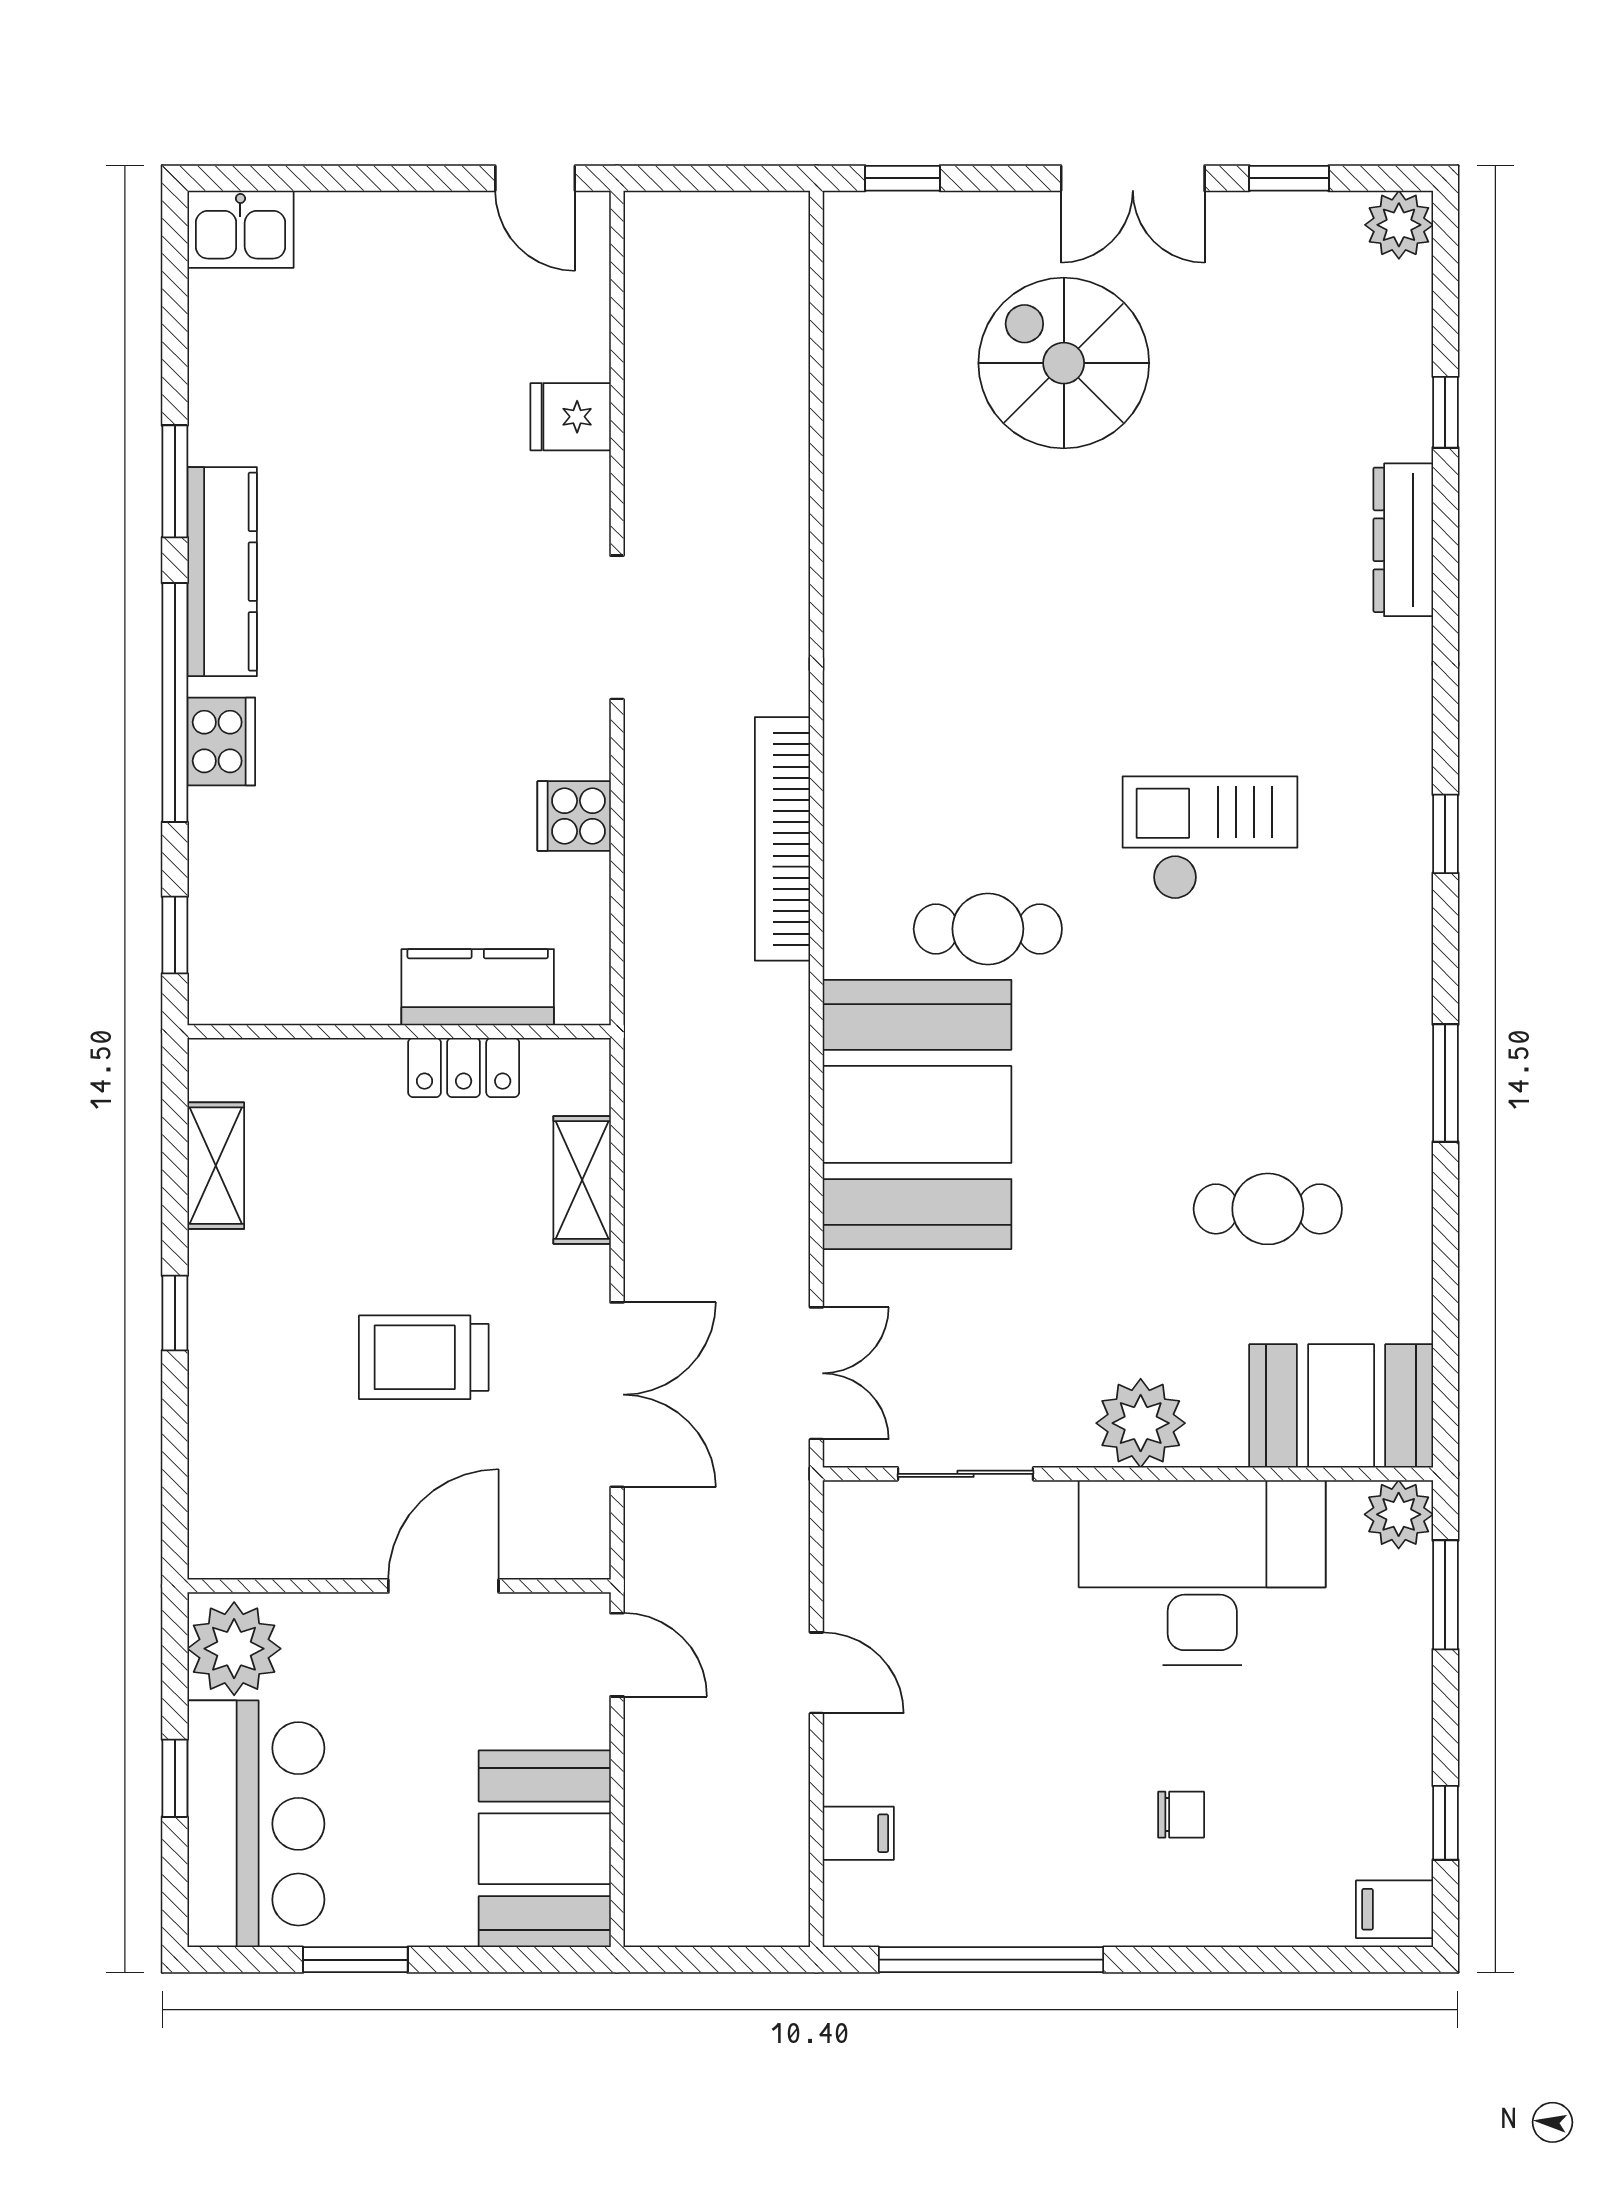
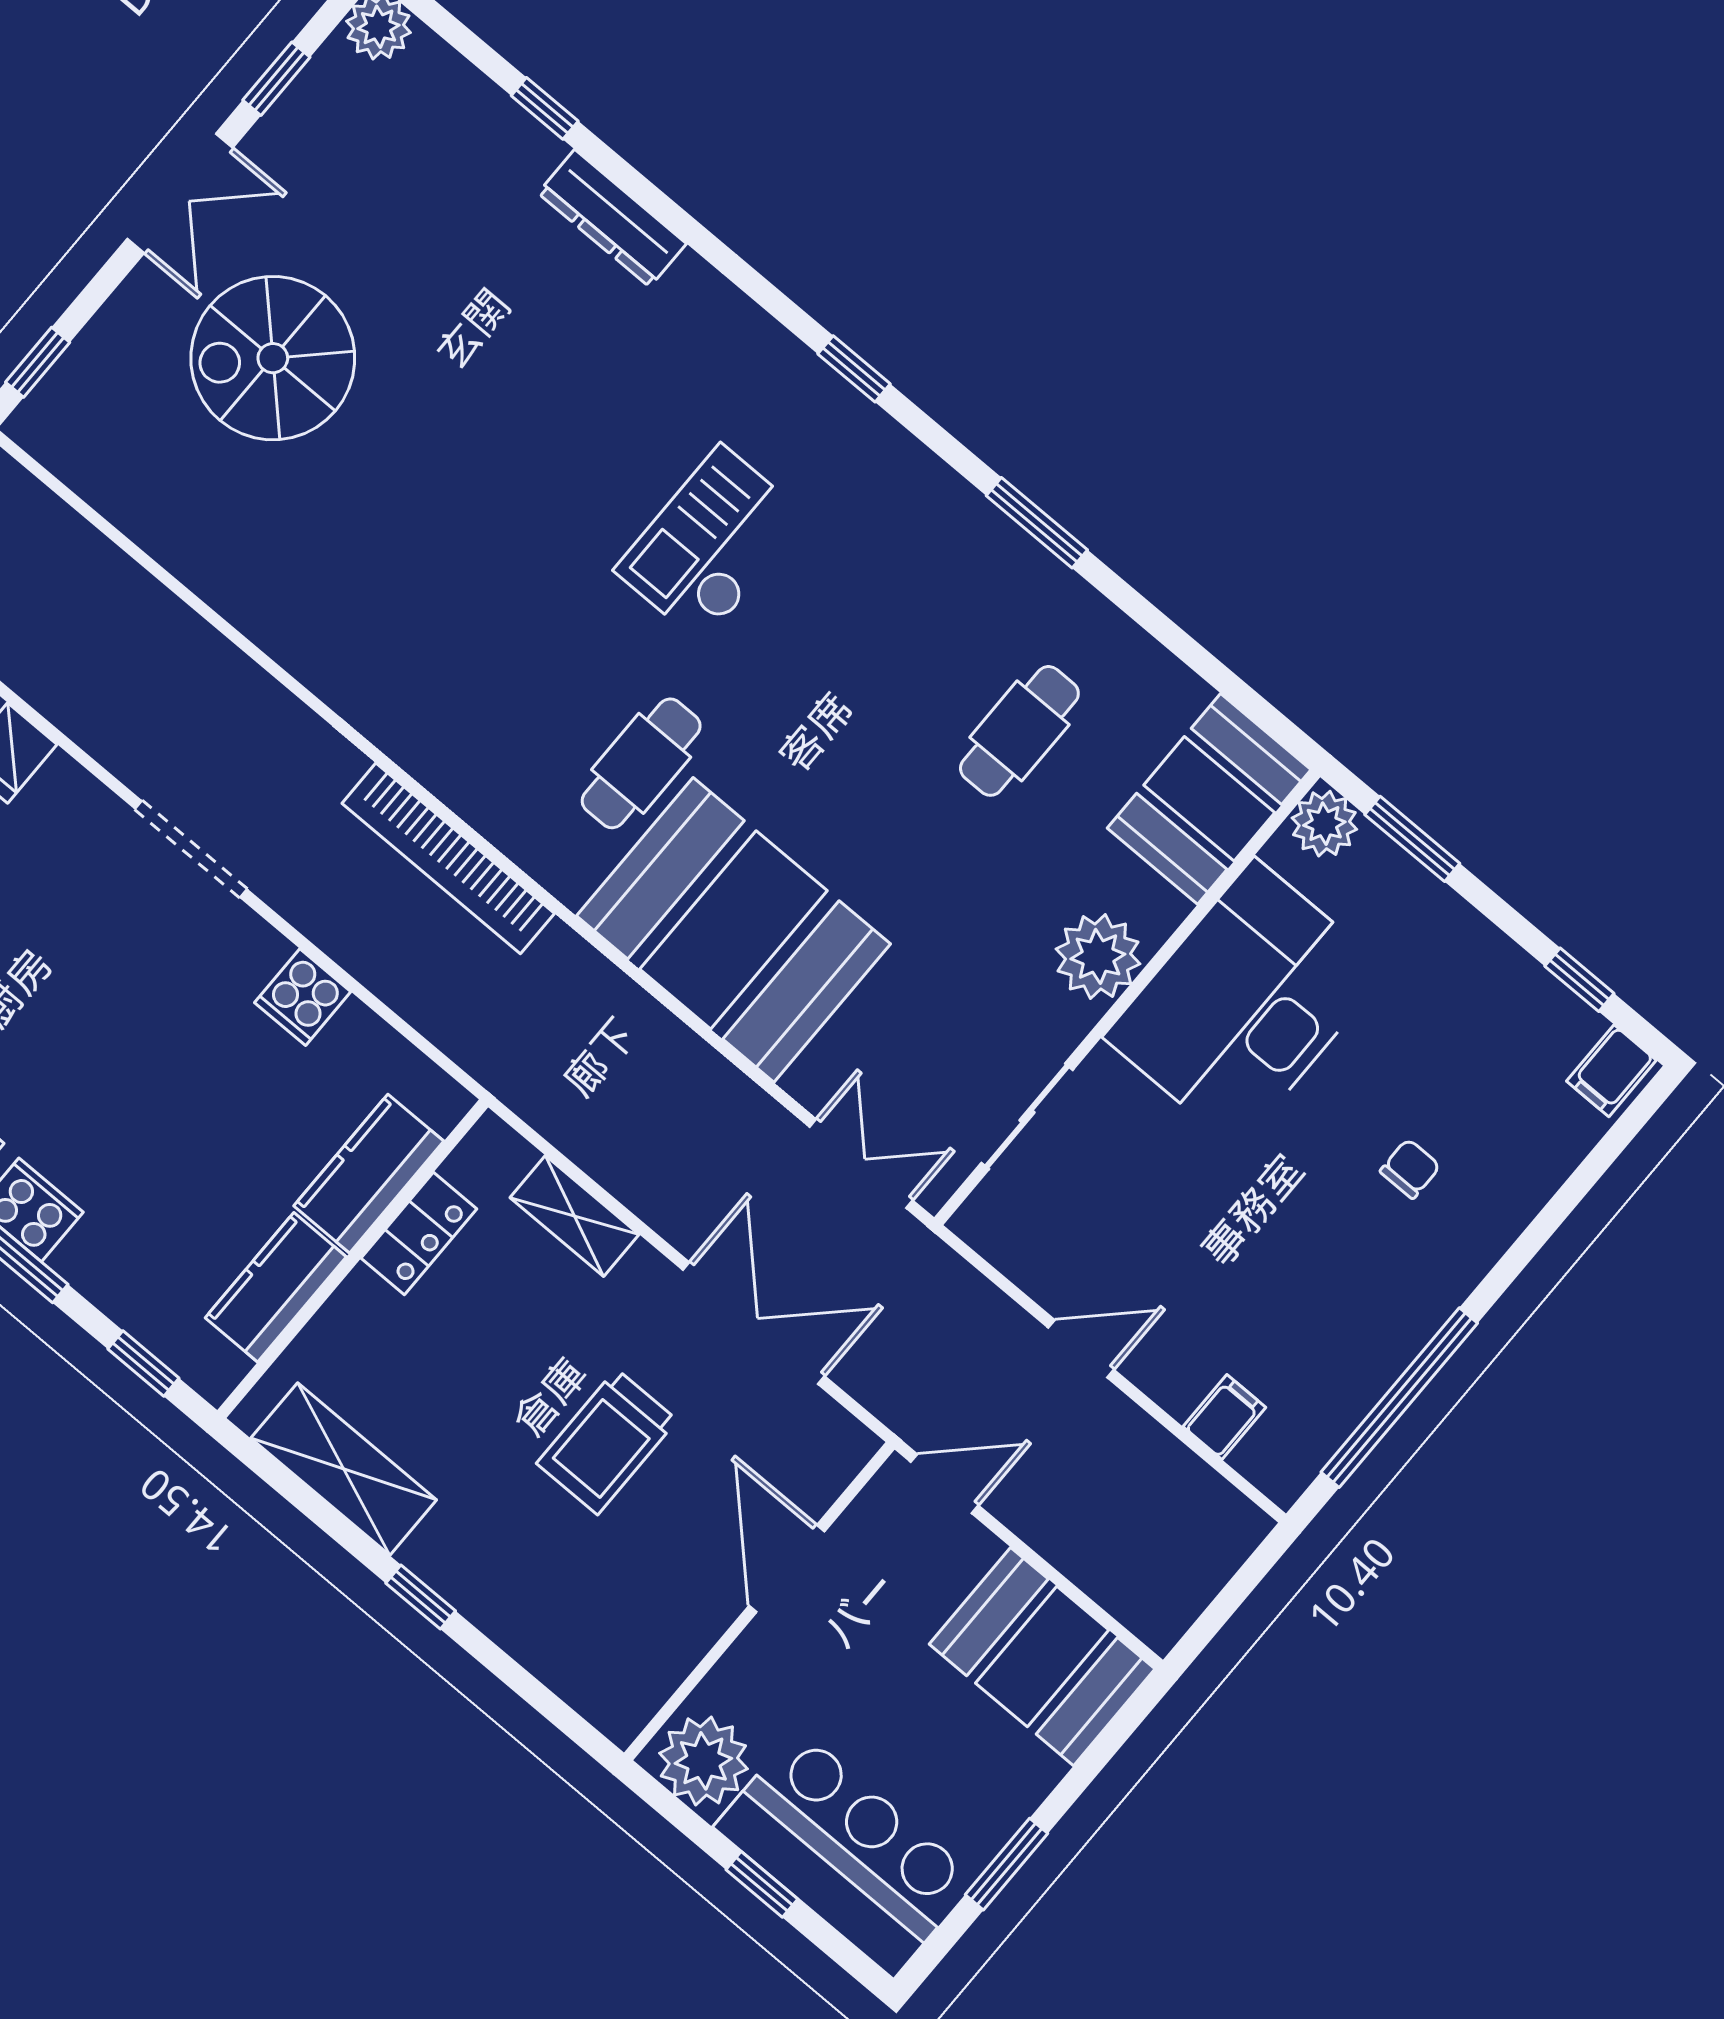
kitchen counter: (325, 989) -> (276, 1287), added
shelving: (216, 1166) -> (344, 1469), width x1.50, depth x1.33

